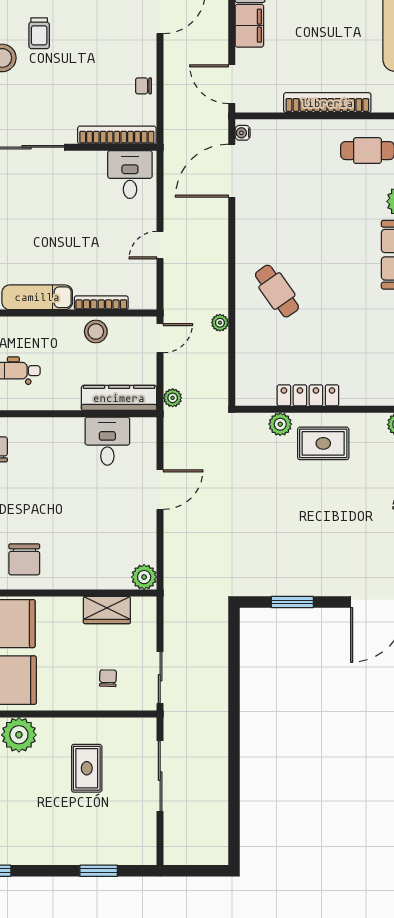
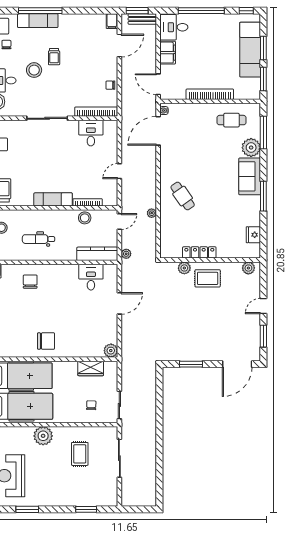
desk: (130, 175) -> (91, 133), moved
chair: (24, 559) -> (46, 341), turned -90

